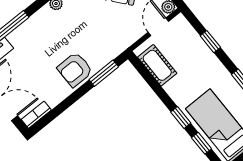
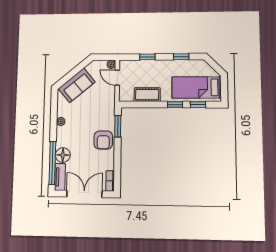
floor lamp: (21, 38) -> (63, 155), added
cot: (157, 65) -> (147, 95), moved

